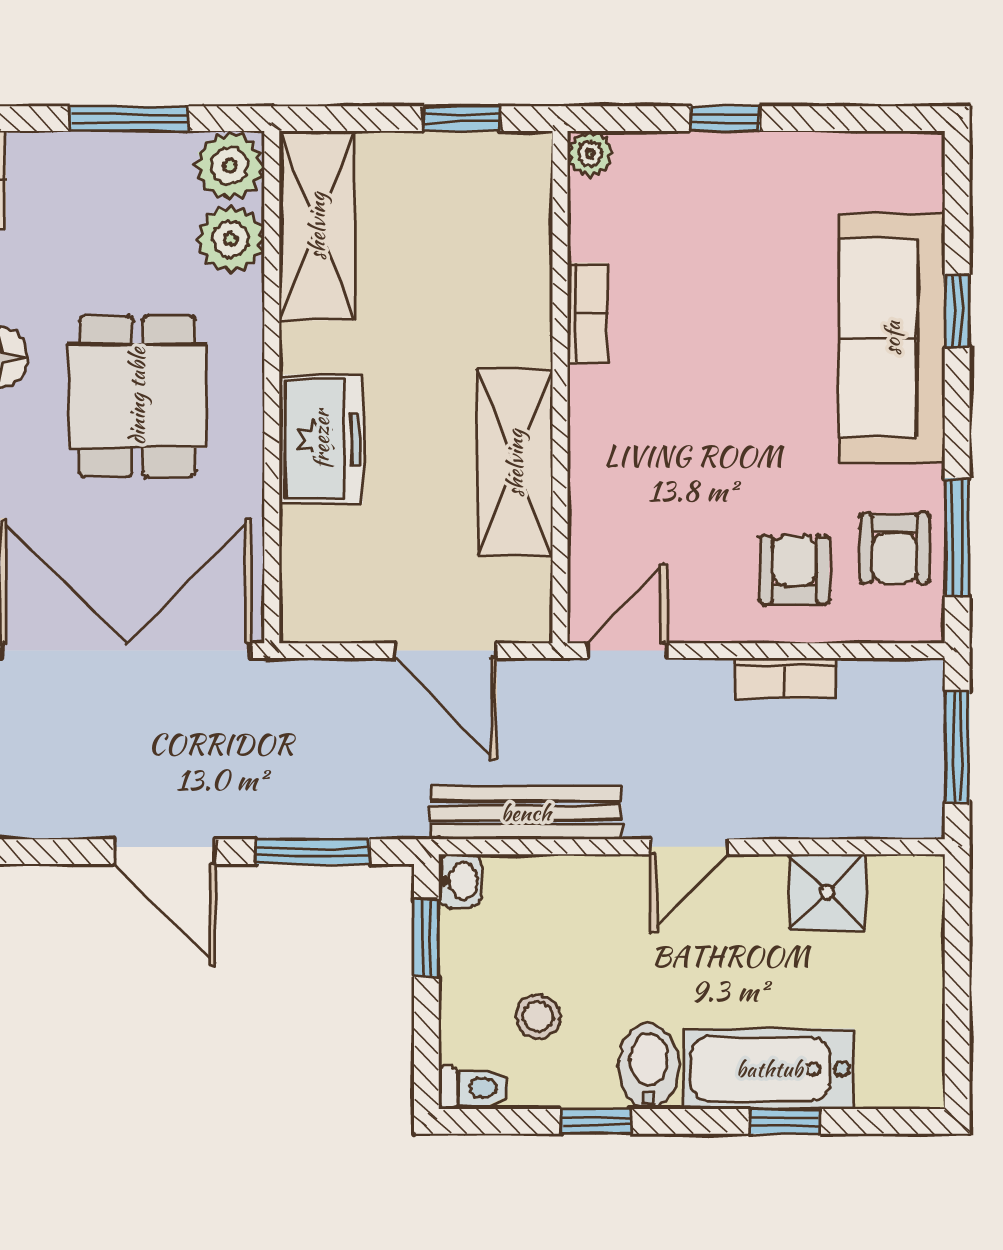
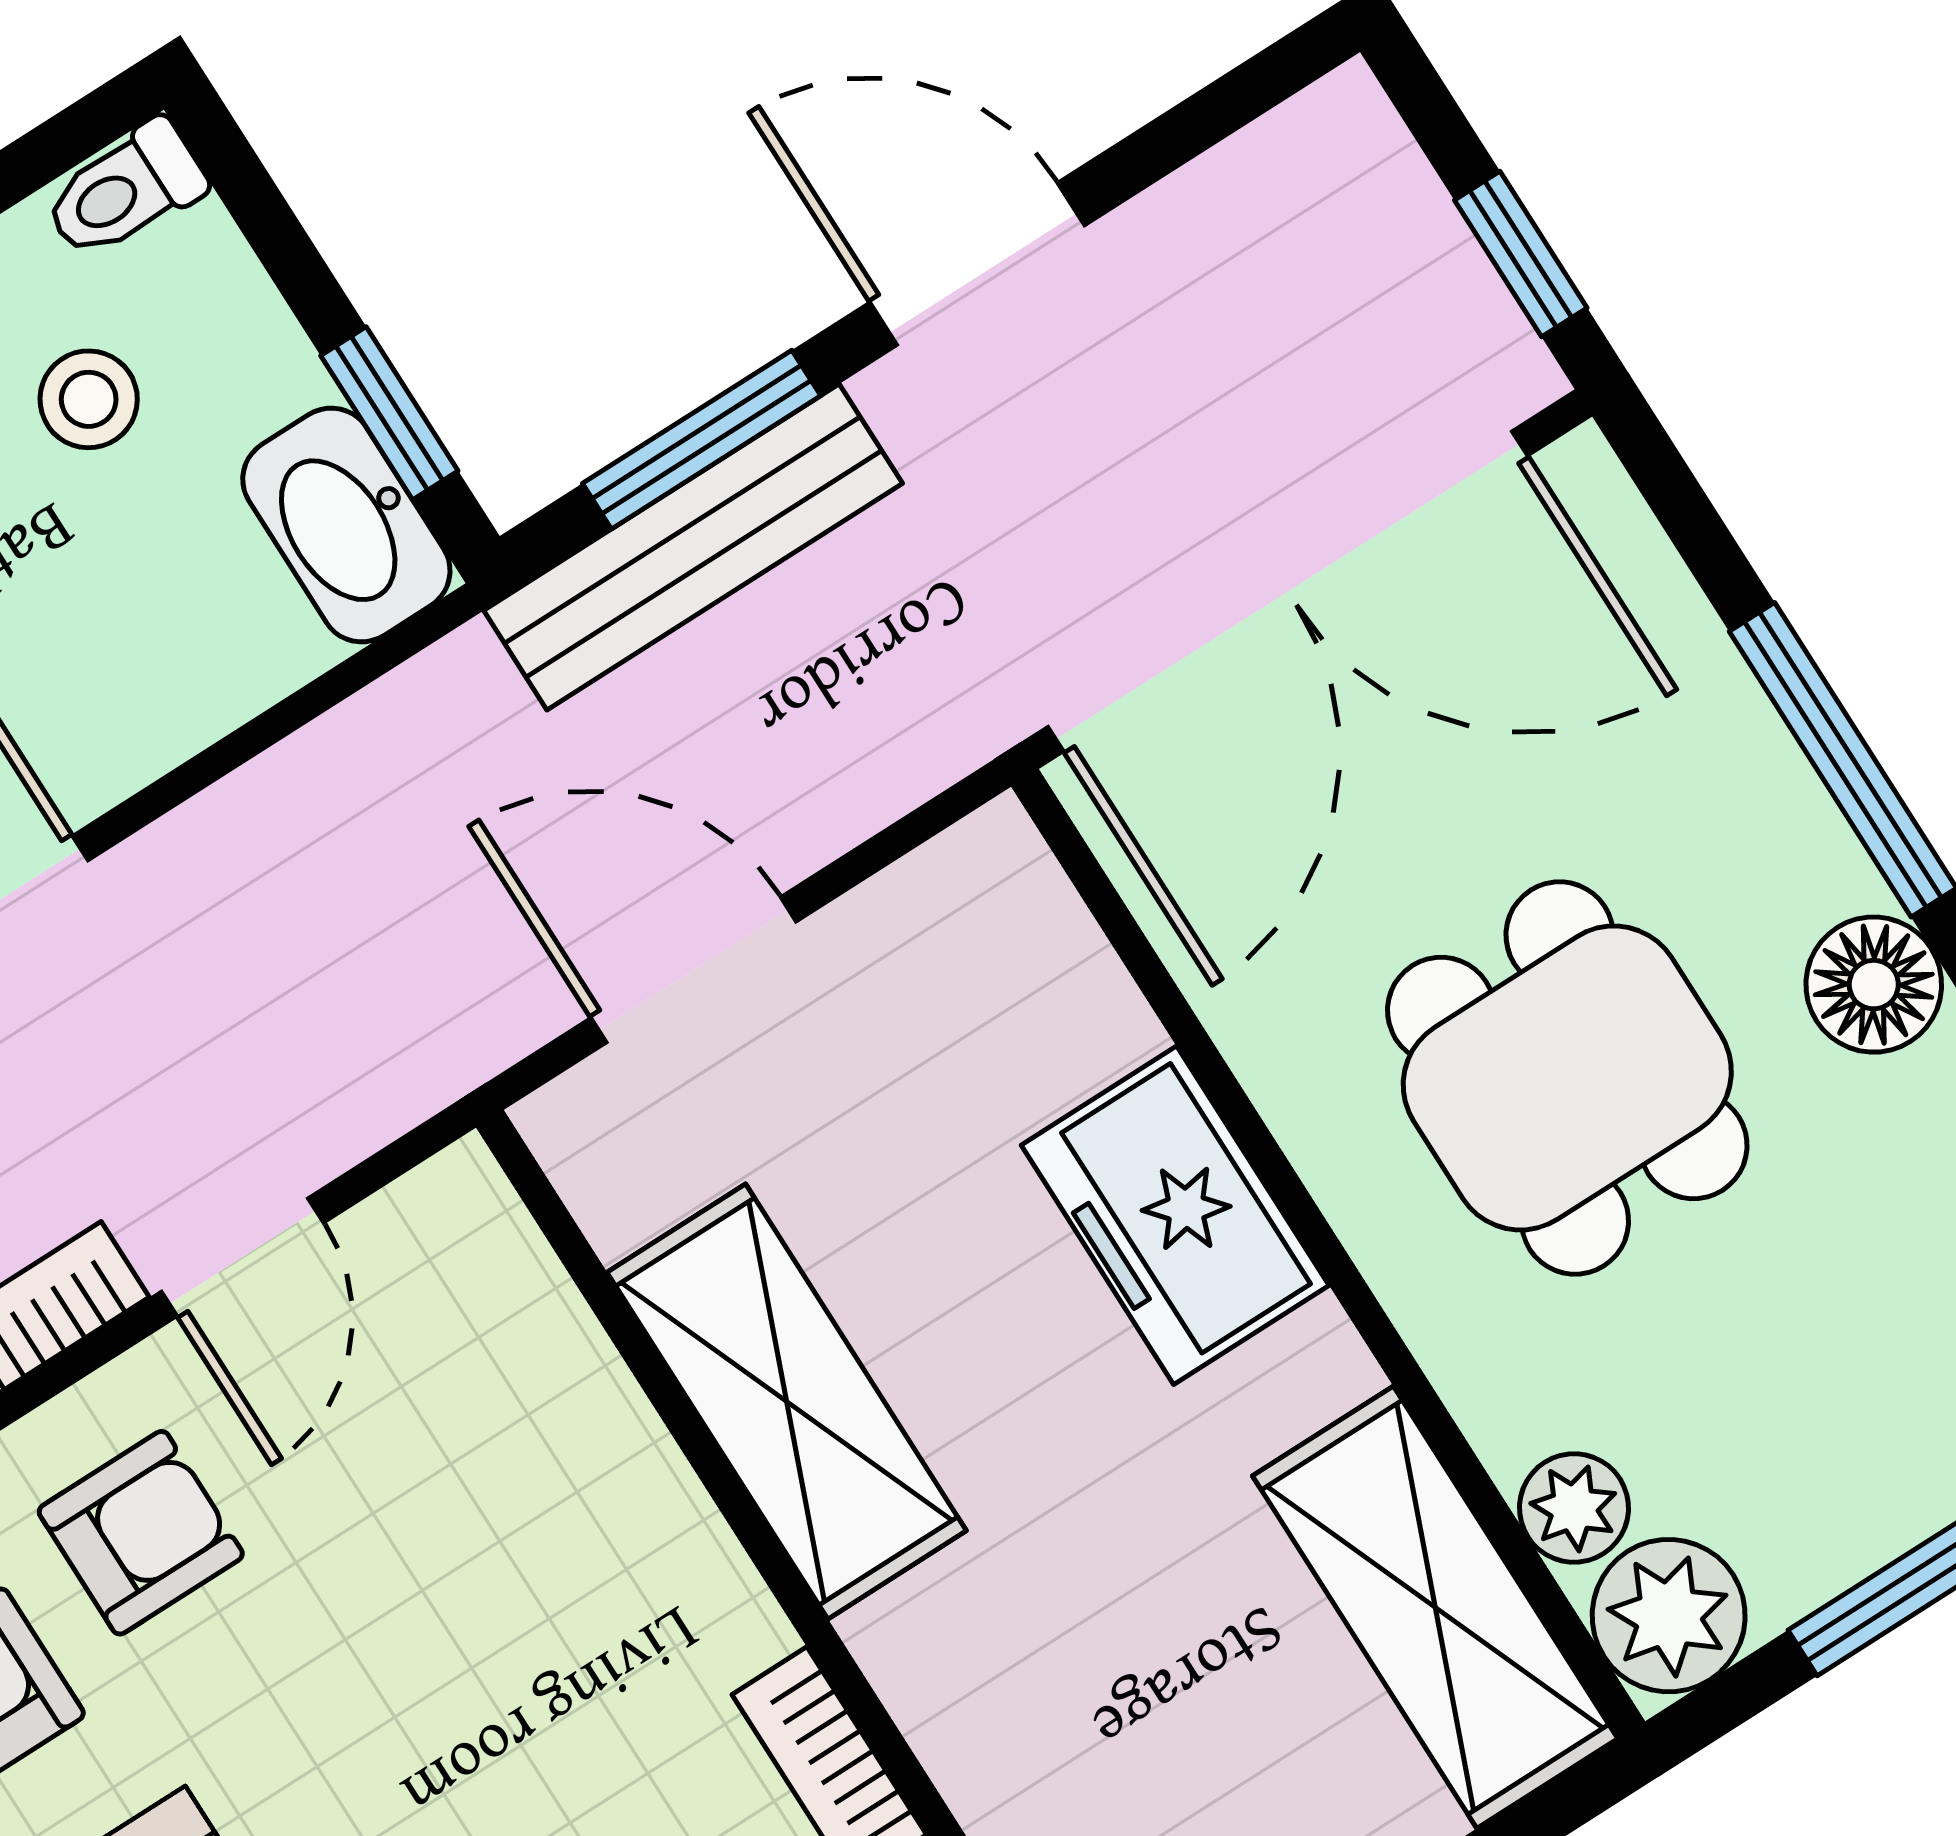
plant: (231, 239) -> (1574, 1508), width x0.73, depth x0.73
armchair: (795, 570) -> (141, 1533), turned -90
door: (627, 651) -> (243, 1257), moved
bench: (526, 813) -> (693, 547), moved
washbasin: (460, 881) -> (346, 525), width x1.91, depth x1.45

